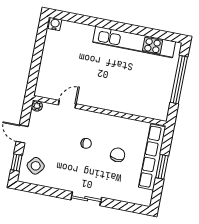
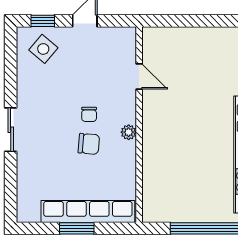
plant: (37, 106) -> (129, 132), moved
chair: (118, 155) -> (89, 144), moved

